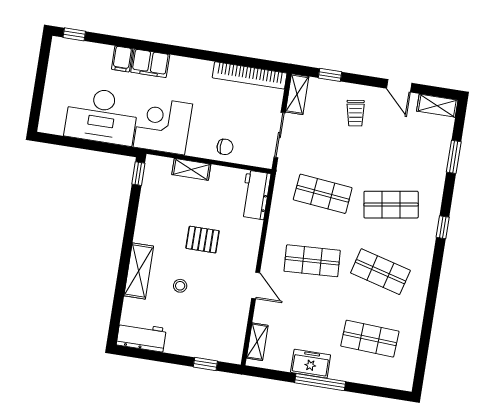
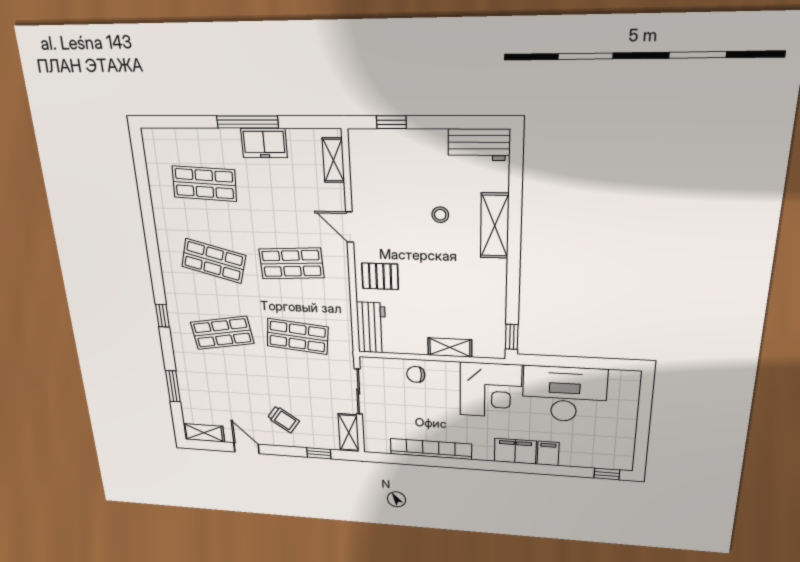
bookcase: (250, 75) -> (431, 449), moved
trolley: (356, 113) -> (283, 419), turned 133
pallet: (203, 240) -> (380, 276), moved

